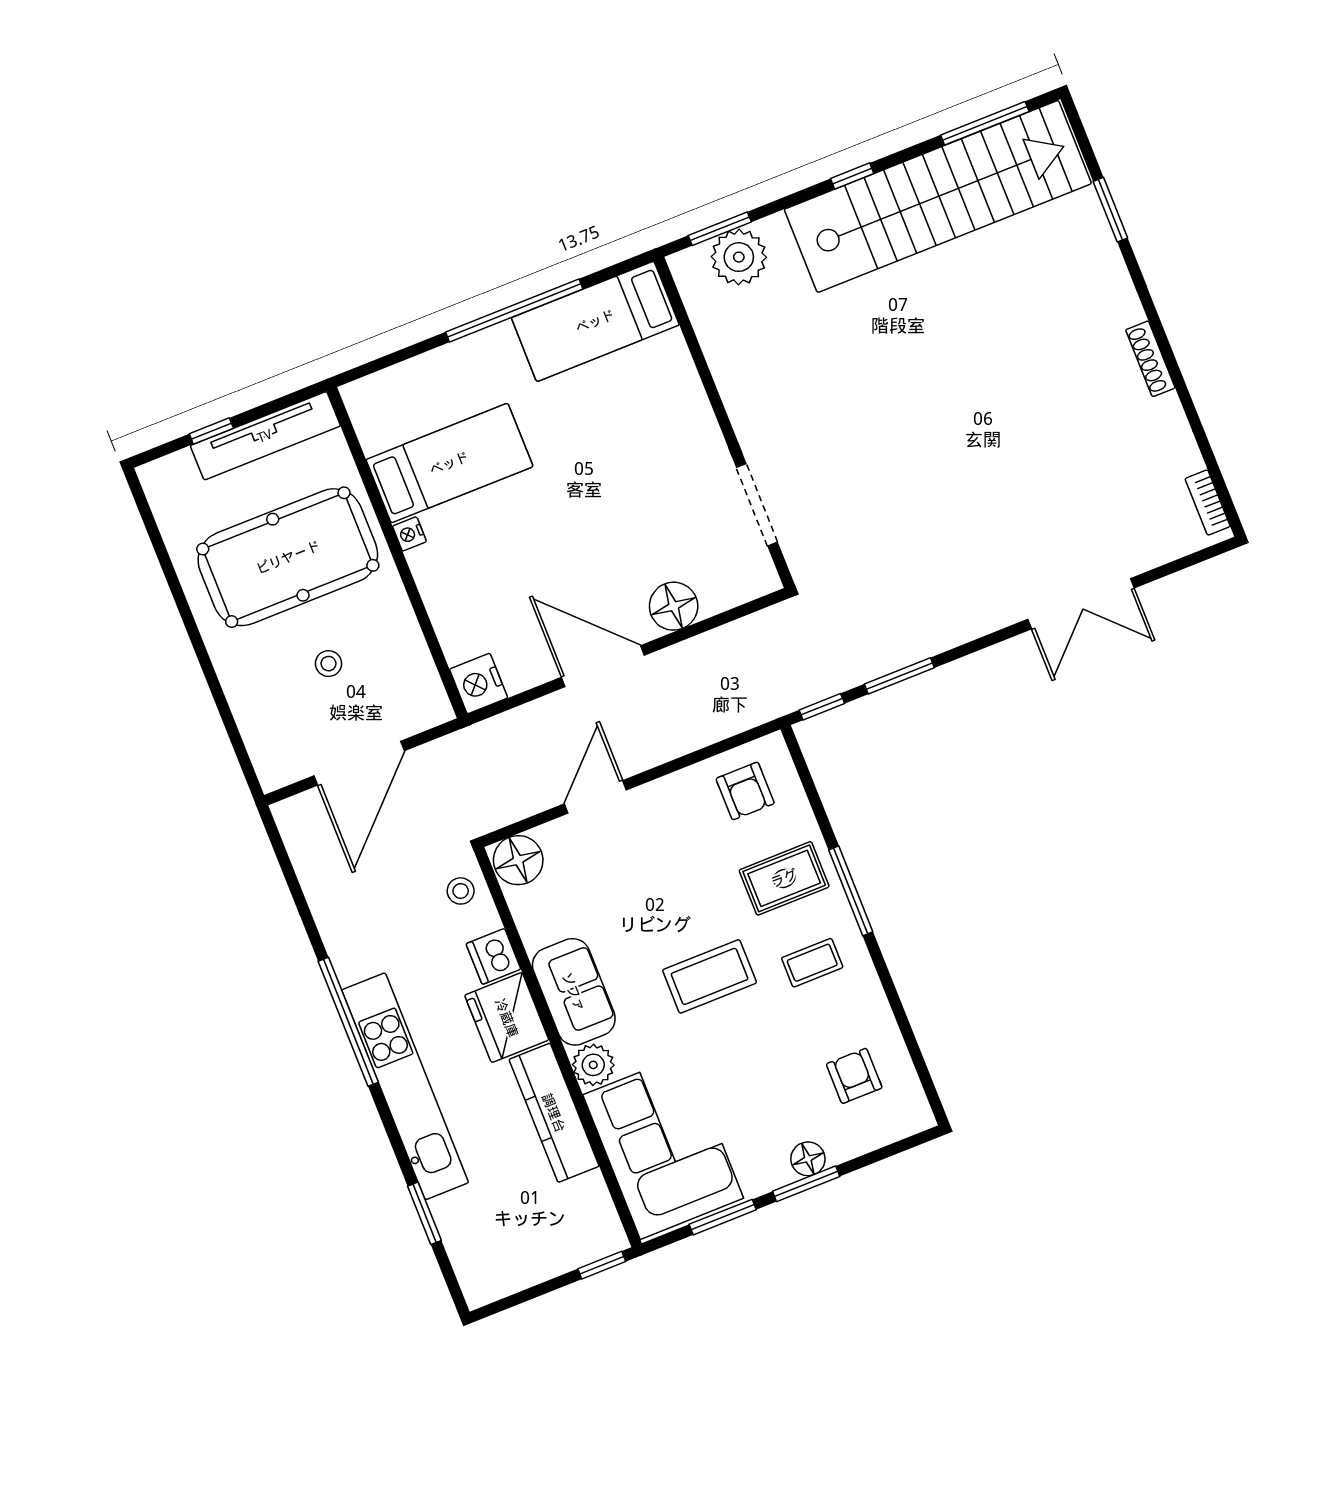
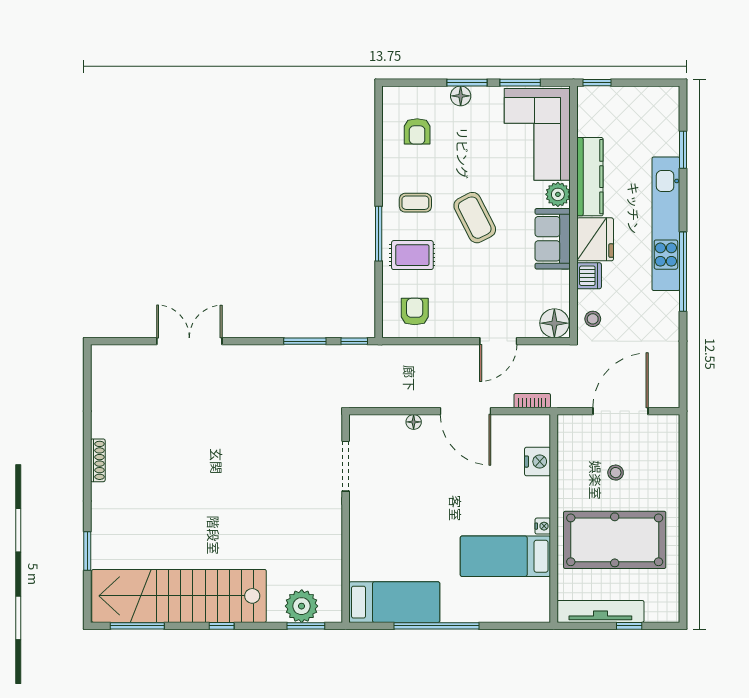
bookcase: (1208, 503) -> (532, 401), moved, turned -90
floor lamp: (674, 606) -> (414, 422), width x0.53, depth x0.53
nightstand: (479, 684) -> (538, 462), moved
coffee table: (710, 976) -> (475, 218), turned 63

